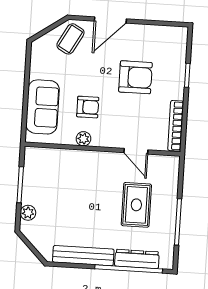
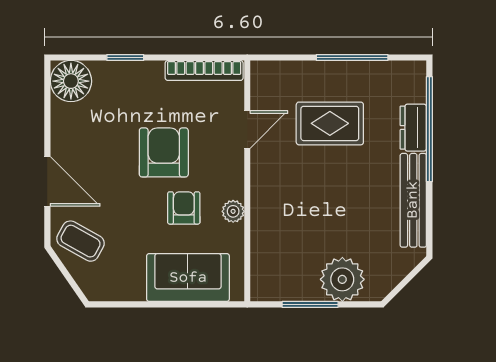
floor lamp: (174, 39) -> (71, 81), added
armchair: (135, 77) -> (164, 152), moved
plant: (28, 213) -> (342, 279), width x1.88, depth x1.88
dresser: (137, 259) -> (413, 128), width x0.70

